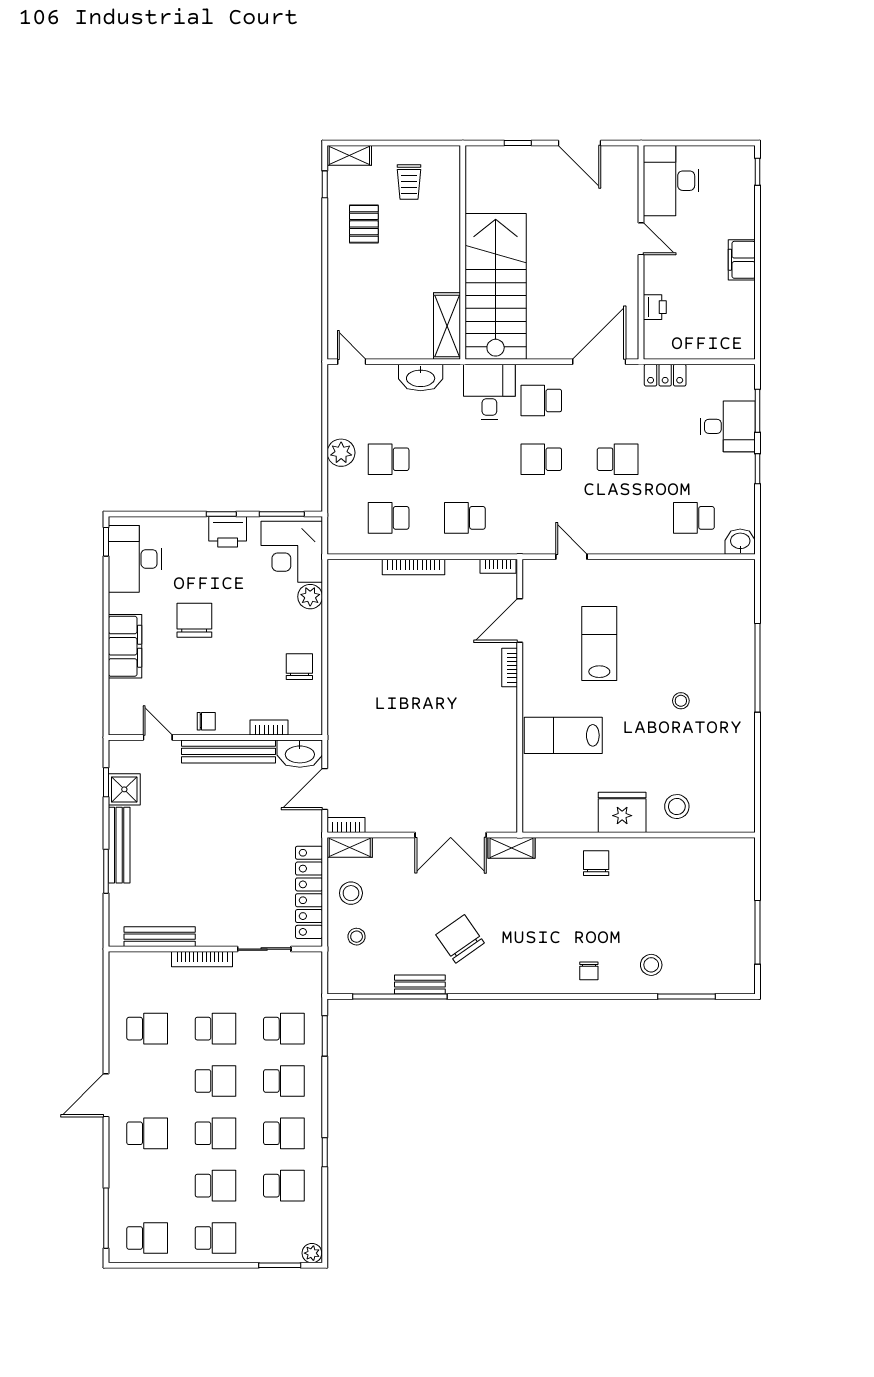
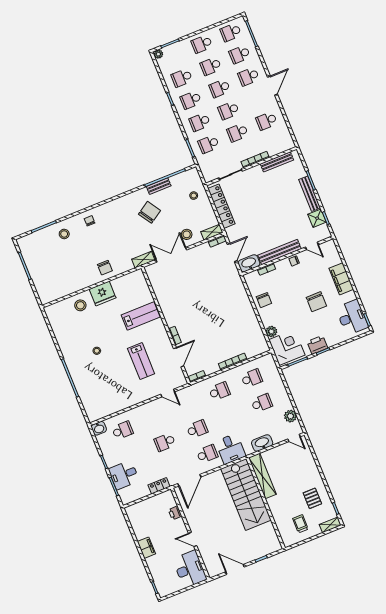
shelving: (447, 326) -> (262, 476), width x1.47
plant: (341, 453) -> (290, 416), moved
stool: (351, 893) -> (187, 234), moved
chair: (460, 939) -> (149, 212), turned -88
school desk: (147, 1186) -> (240, 54), added

